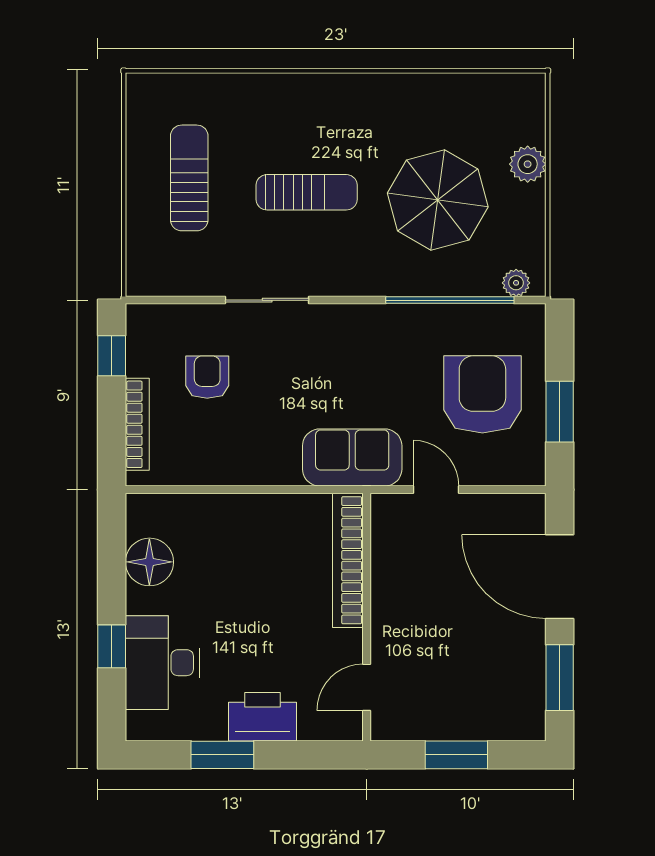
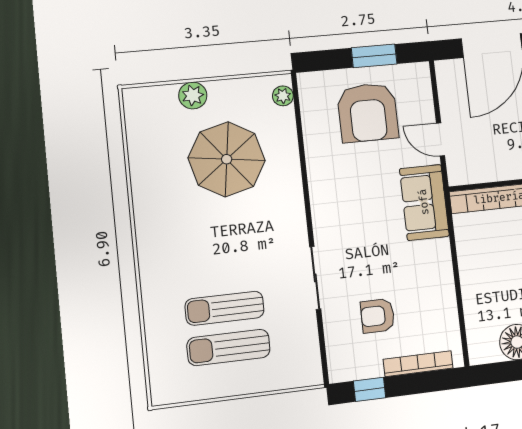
sun lounger: (307, 192) -> (225, 308), moved, turned -90
window: (450, 300) -> (301, 143), removed
armchair: (482, 394) -> (368, 113), turned -90
door: (436, 490) -> (440, 139), hinge flipped

